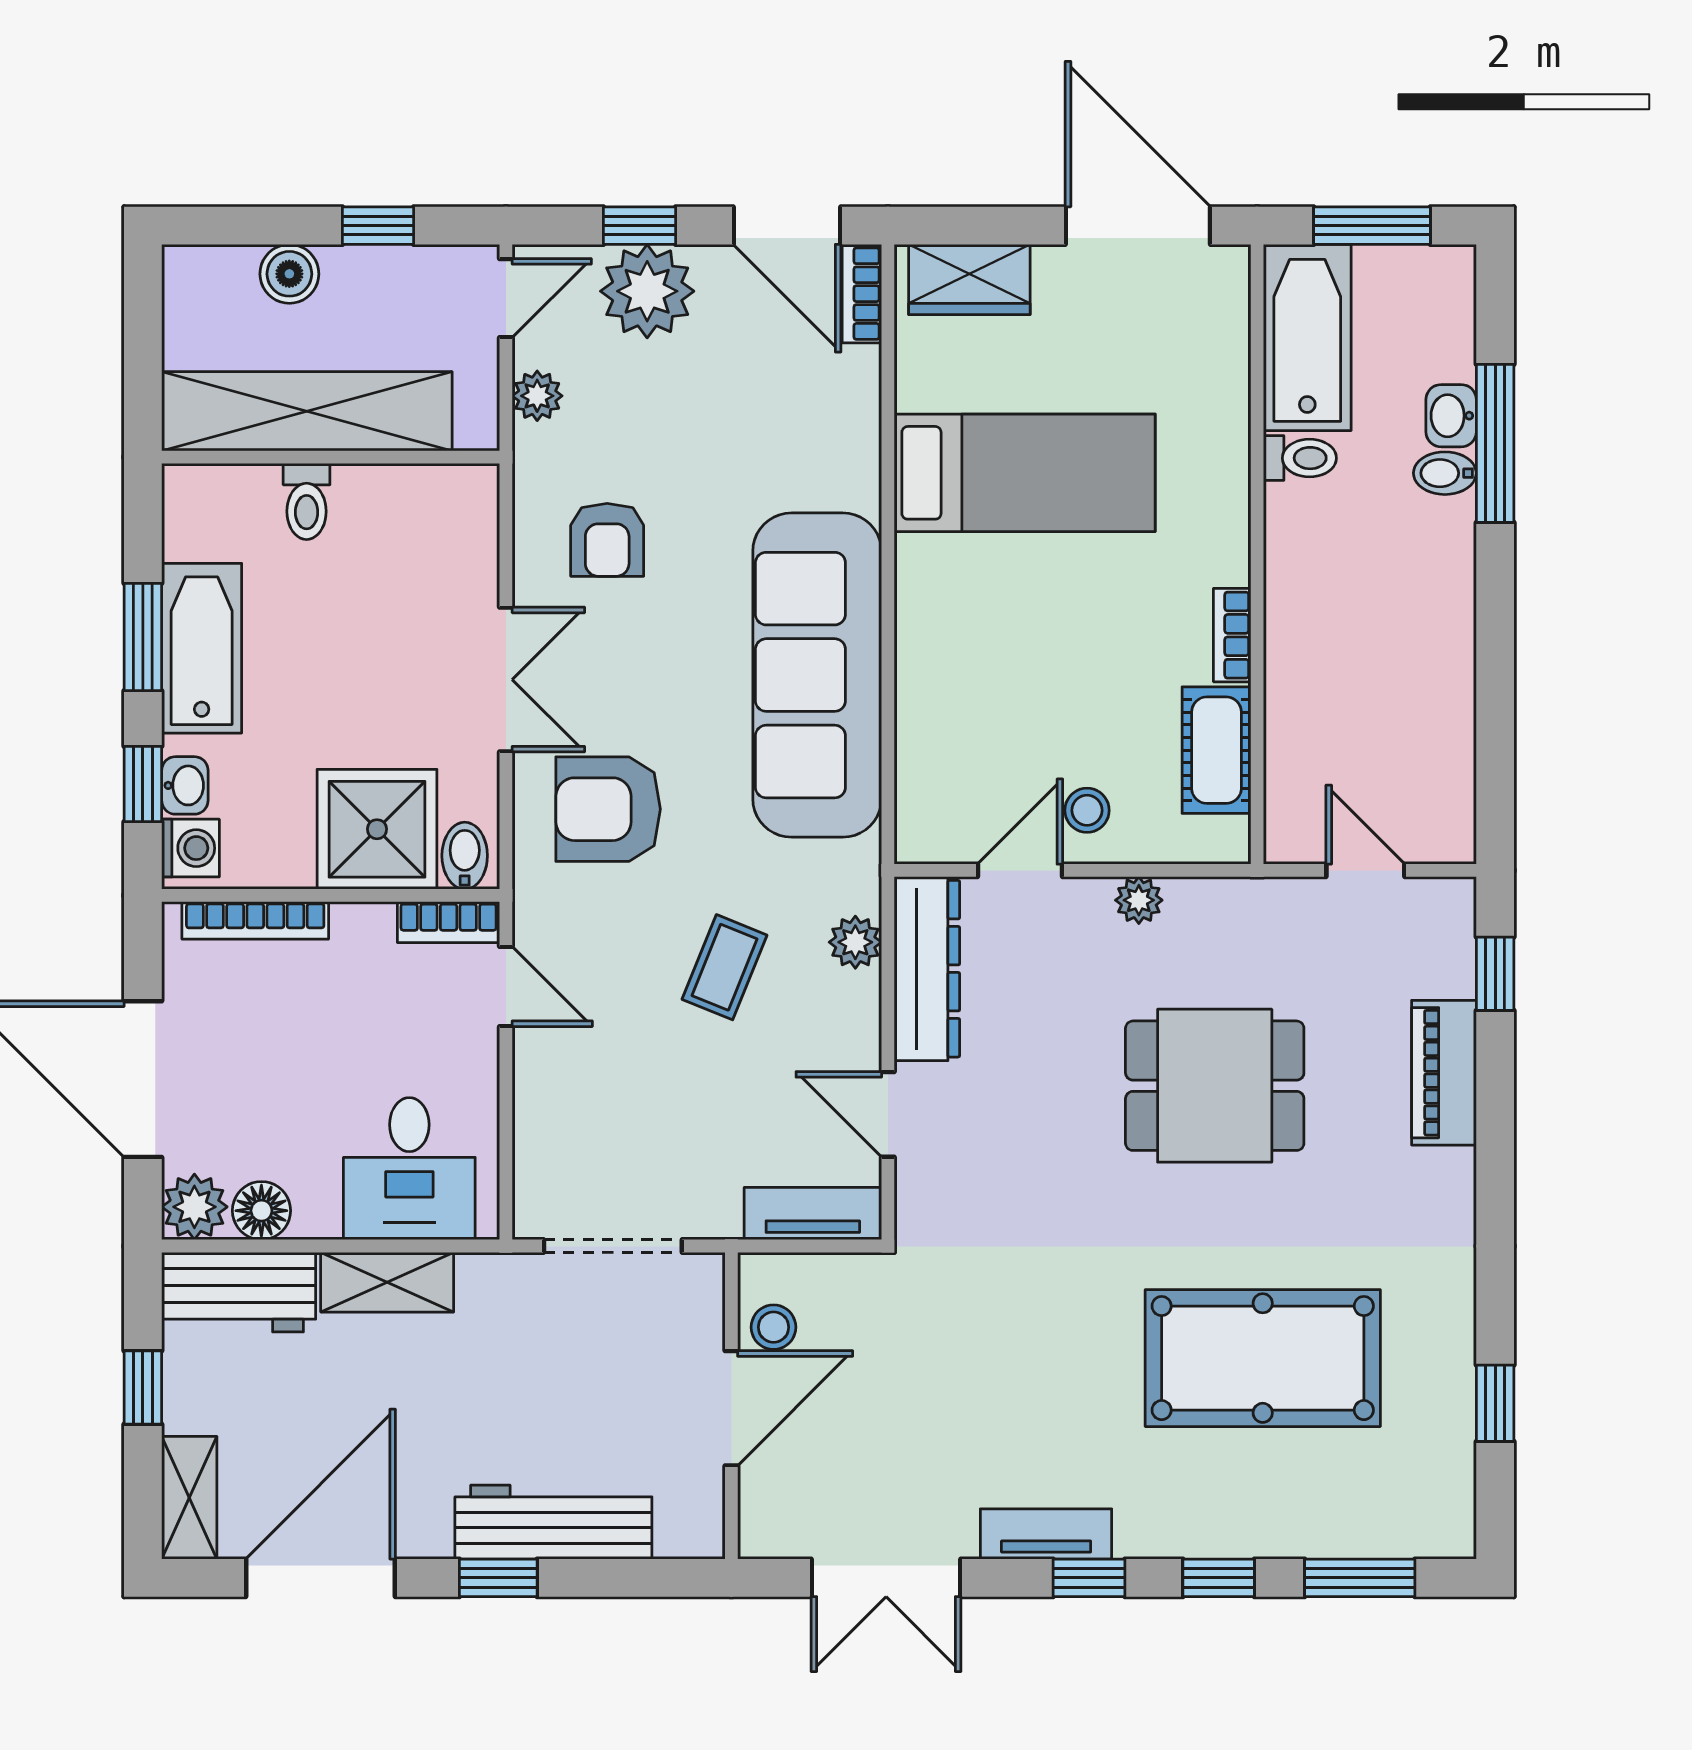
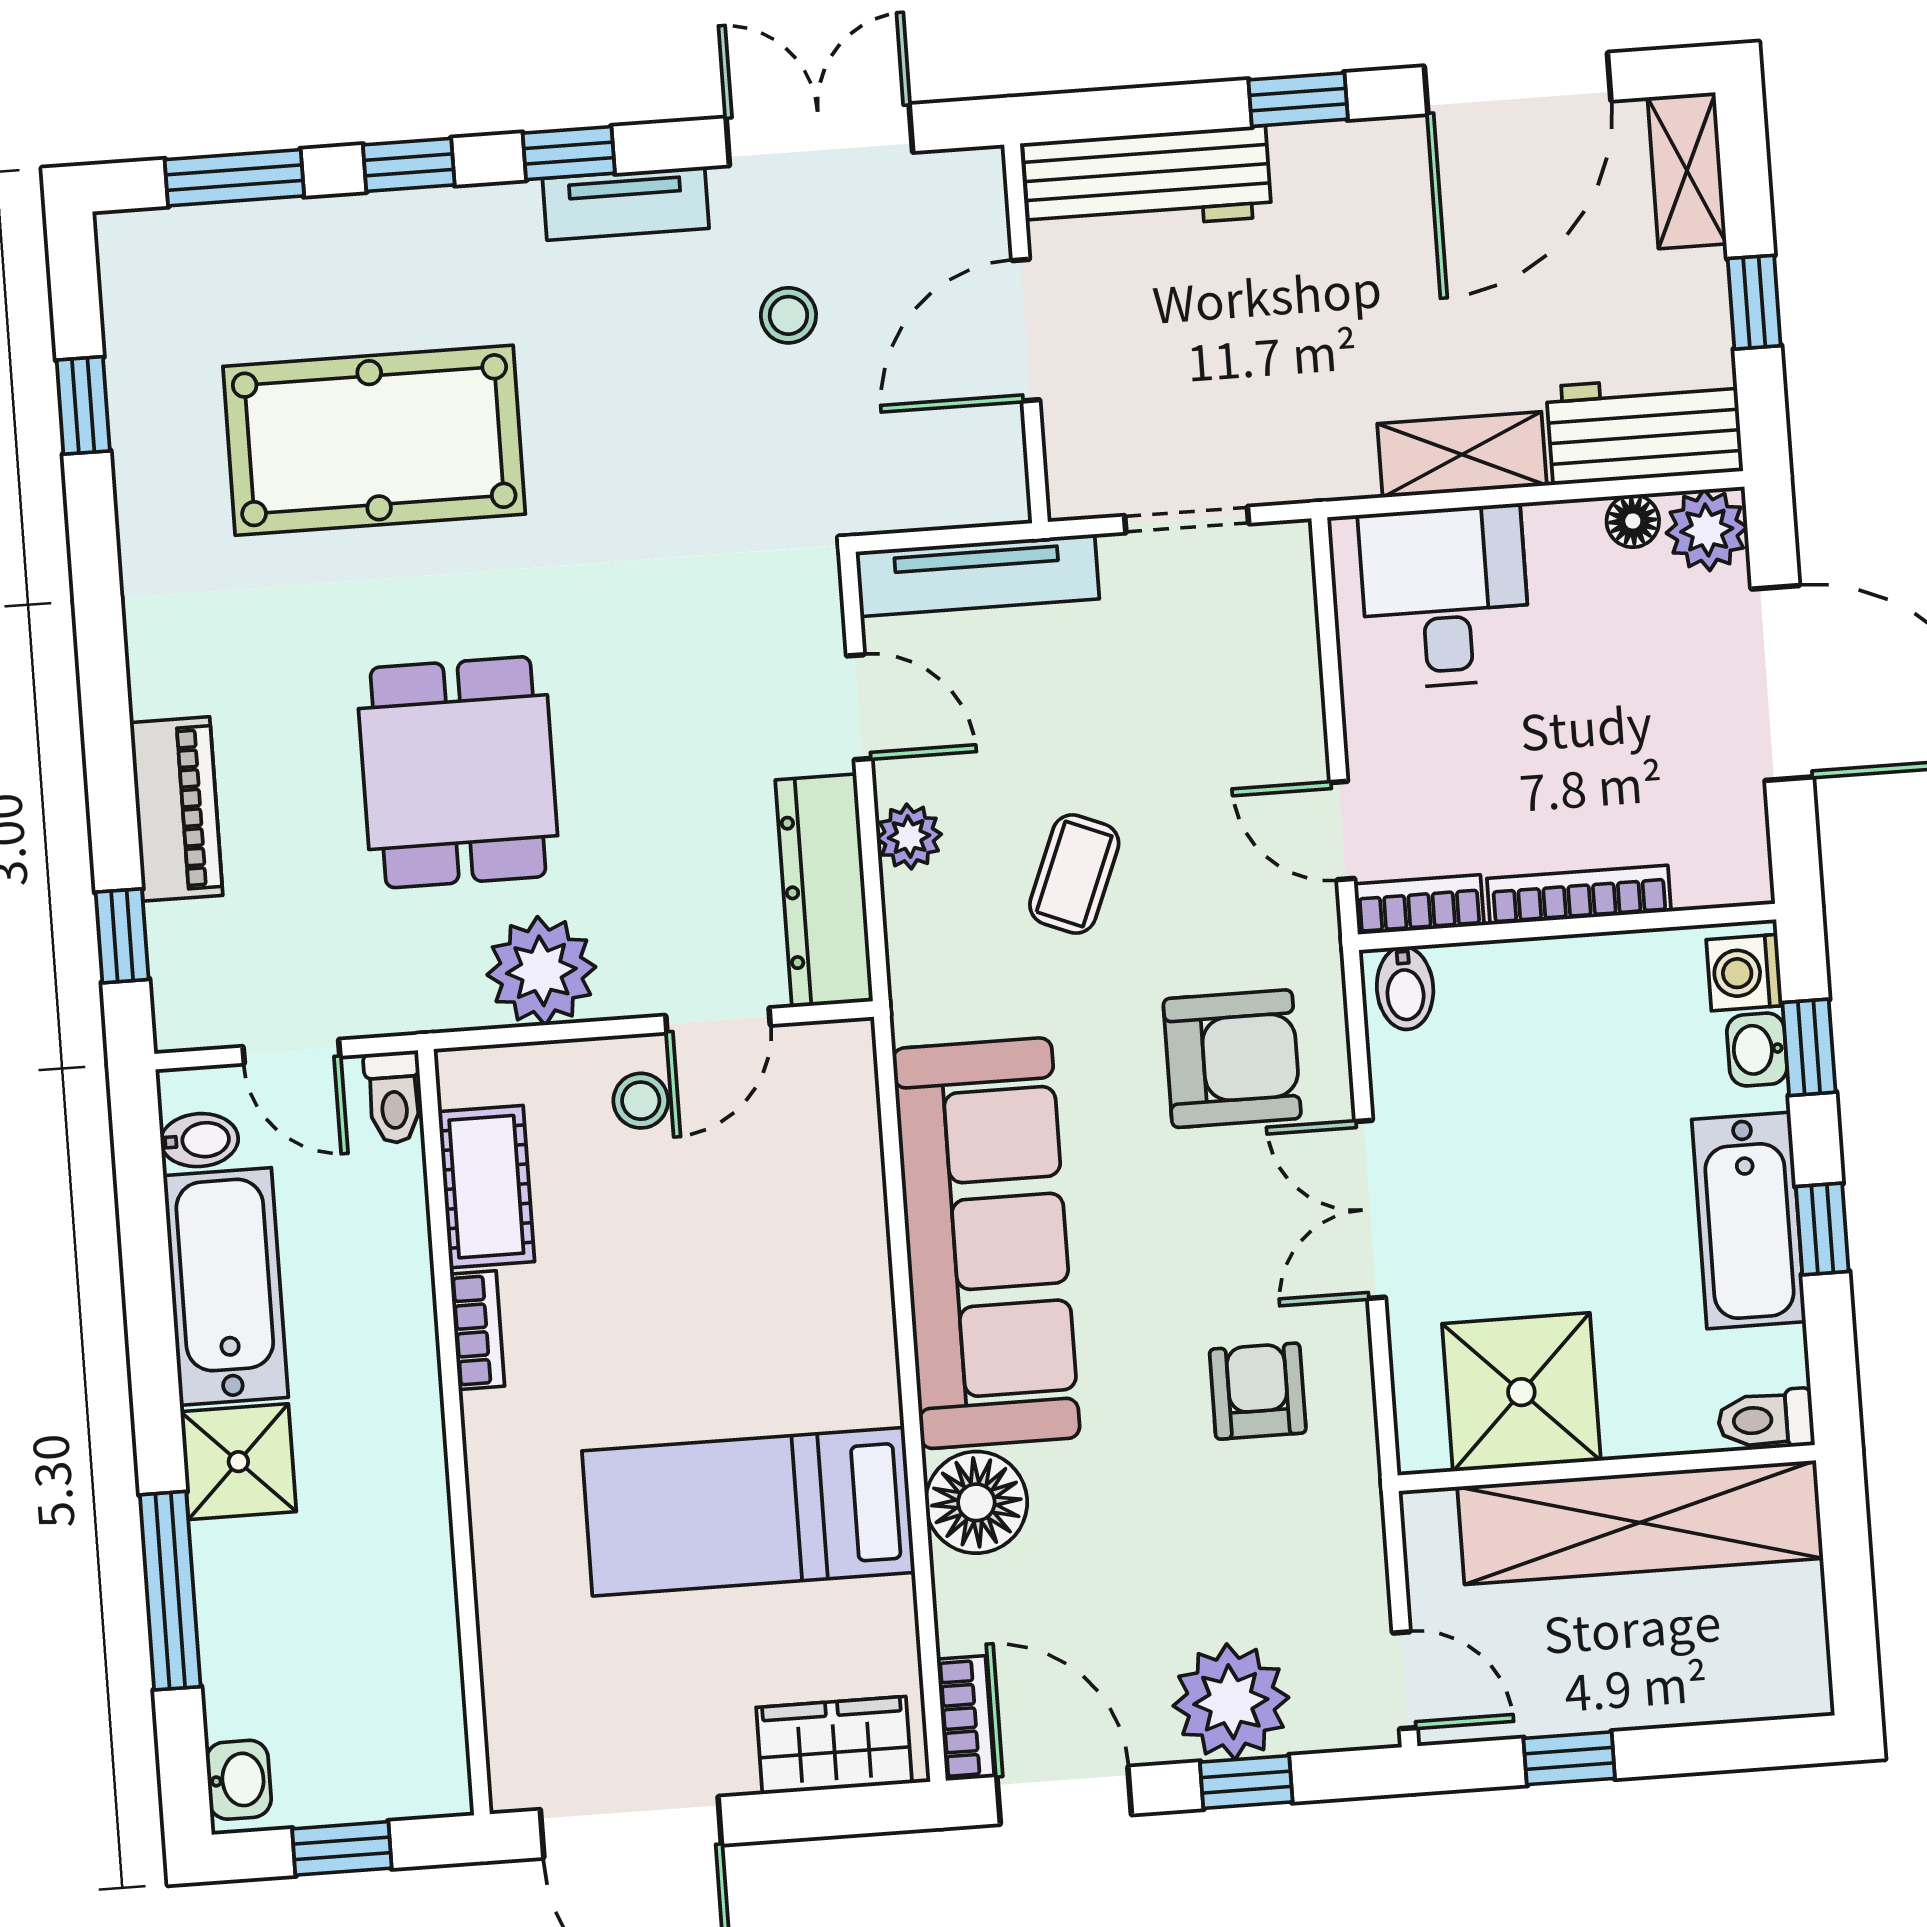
window: (1372, 226) -> (342, 1848), width x0.67
boiler: (289, 274) -> (1674, 1691), removed
door: (506, 298) -> (1405, 1680), swing flipped
bathtub: (1307, 337) -> (226, 1287), moved, turned 180
plant: (537, 396) -> (1357, 1563), removed
washbasin: (1451, 416) -> (239, 1780), moved
toilet: (1300, 458) -> (394, 1097), moved, turned -90
floor lamp: (840, 467) -> (976, 1502), added
bidet: (1445, 473) -> (199, 1140), moved
toilet: (307, 501) -> (1766, 1420), moved, turned -90
shower: (1433, 543) -> (238, 1462), added
window: (143, 637) -> (1822, 1229), width x0.67
shower: (377, 829) -> (1521, 1392), moved
plant: (1139, 900) -> (541, 971), width x1.88, depth x1.88
bookcase: (255, 920) -> (1579, 895), moved
plant: (855, 942) -> (909, 837), moved
dining table: (1215, 1086) -> (458, 772), turned 90
floor lamp: (261, 1211) -> (1633, 521), width x0.73, depth x0.73
tv unit: (813, 1214) -> (977, 575), width x1.41
doorway: (613, 1246) -> (1187, 520), width x0.73
stool: (774, 1327) -> (788, 315), moved
workbench: (553, 1522) -> (1147, 180), moved

